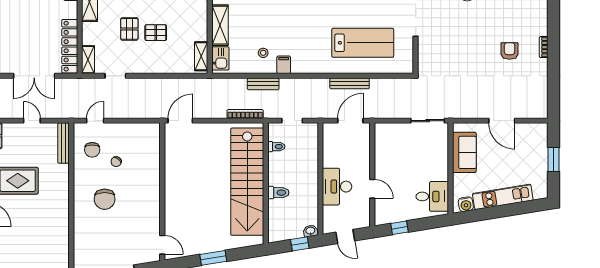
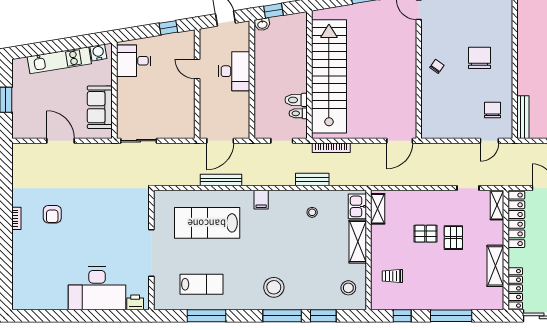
filing cabinet: (284, 65) -> (261, 200), moved
chair: (116, 162) -> (437, 66), moved
toilet: (278, 193) -> (296, 100), moved

